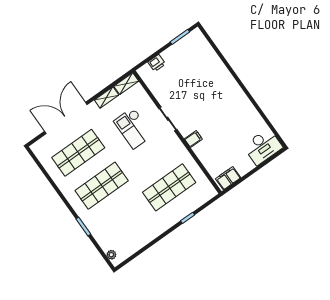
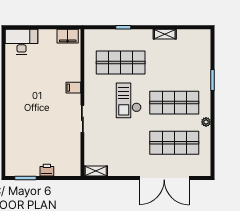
printer: (157, 63) -> (47, 170), moved
shelving: (107, 98) -> (165, 34), moved
checkout: (133, 128) -> (129, 100), moved, turned 180
plant: (111, 255) -> (206, 122), moved

